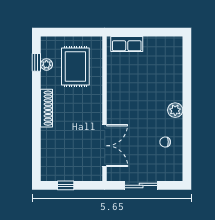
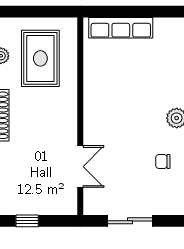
row of seats: (127, 44) -> (121, 28), width x1.48
double door: (105, 146) -> (80, 167), width x0.73

